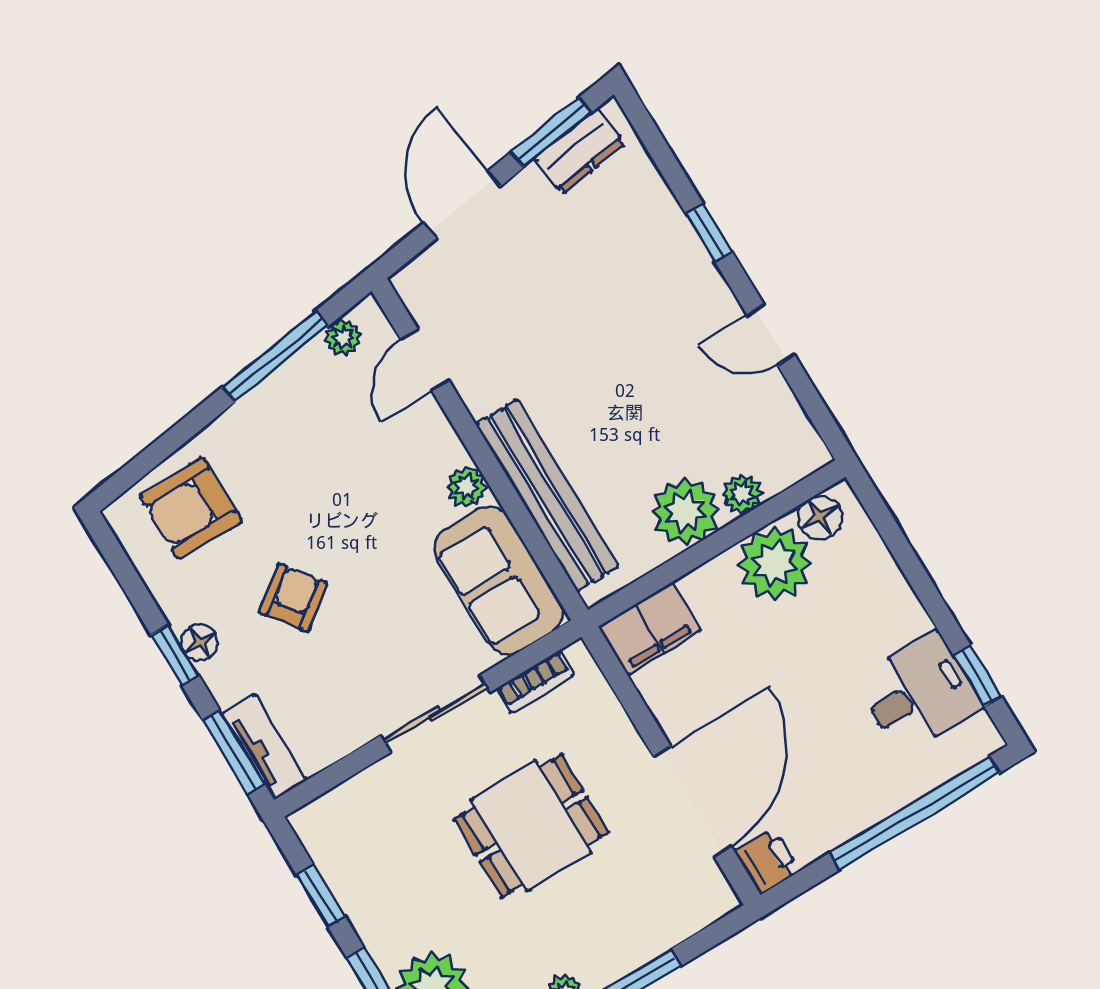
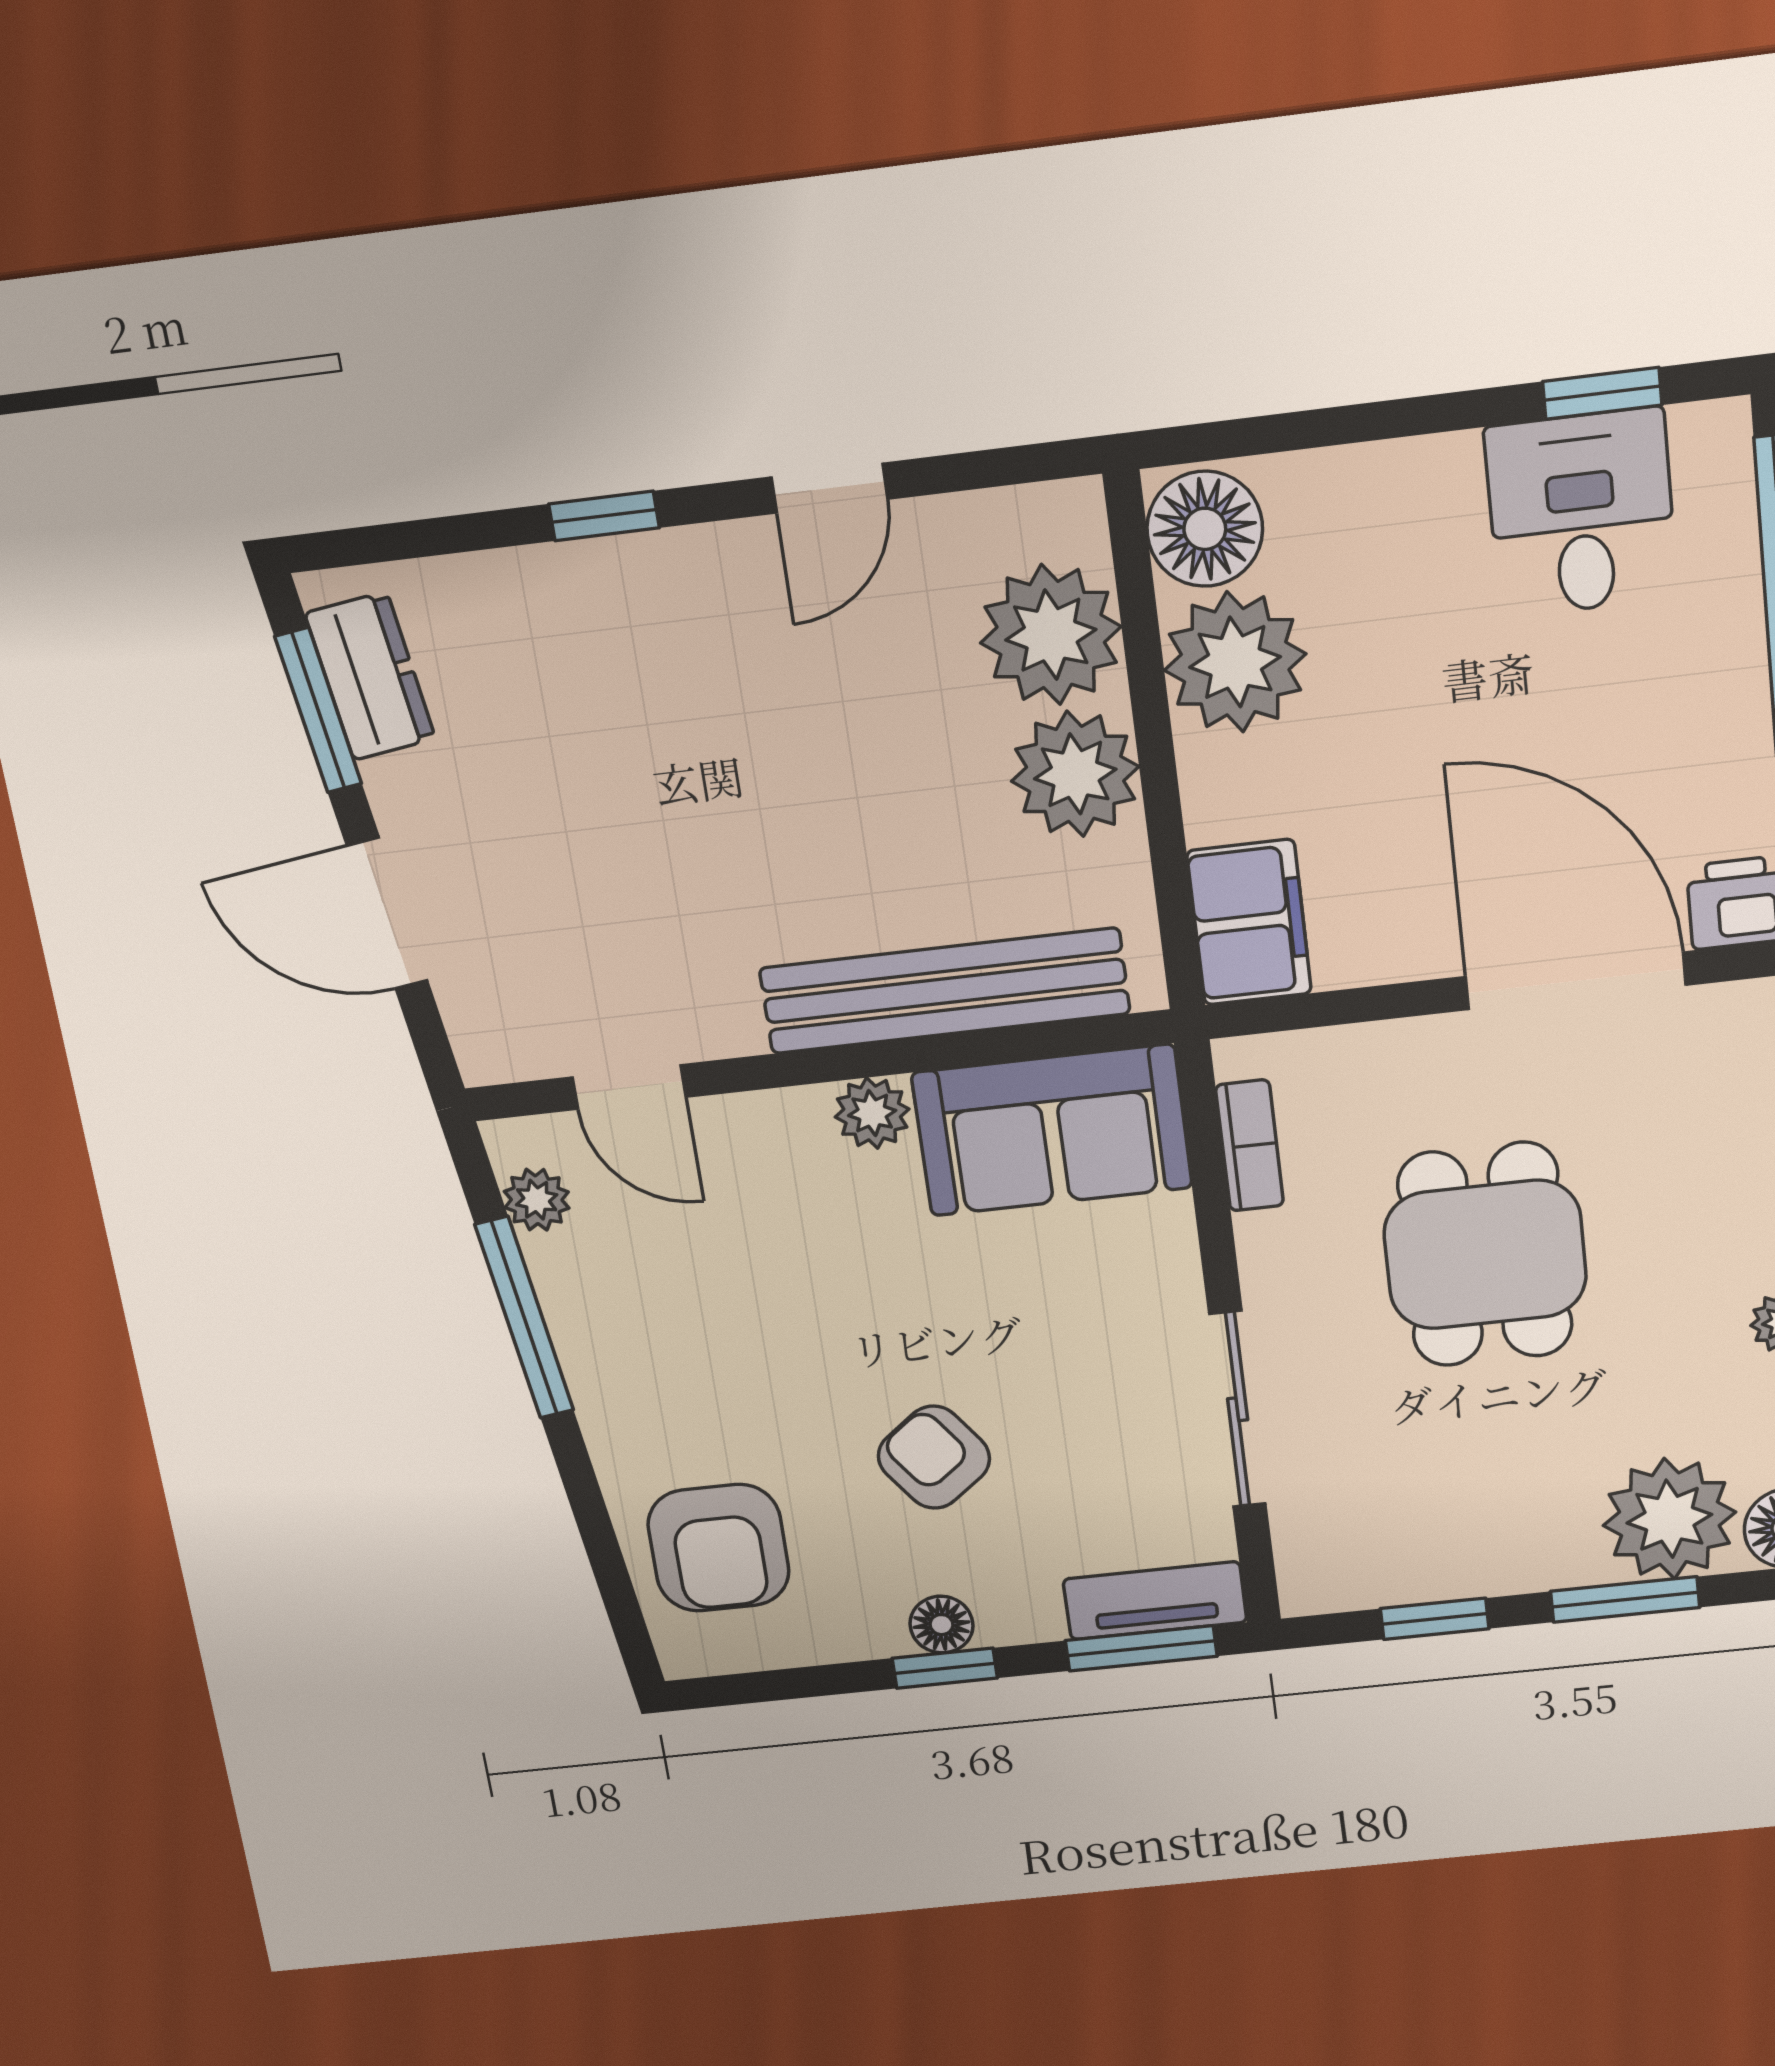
plant: (742, 494) -> (1051, 635), width x1.87, depth x1.87
floor lamp: (820, 517) -> (1205, 529), width x1.38, depth x1.38
sliding door: (435, 714) -> (1238, 1409), moved

